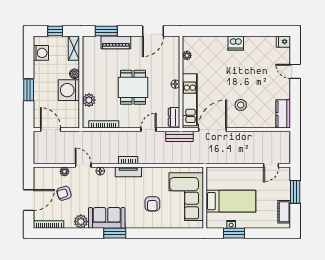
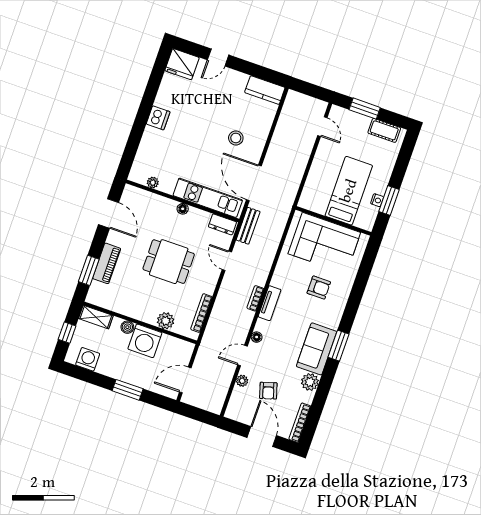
fridge: (283, 42) -> (182, 64), width x1.88, depth x1.34

